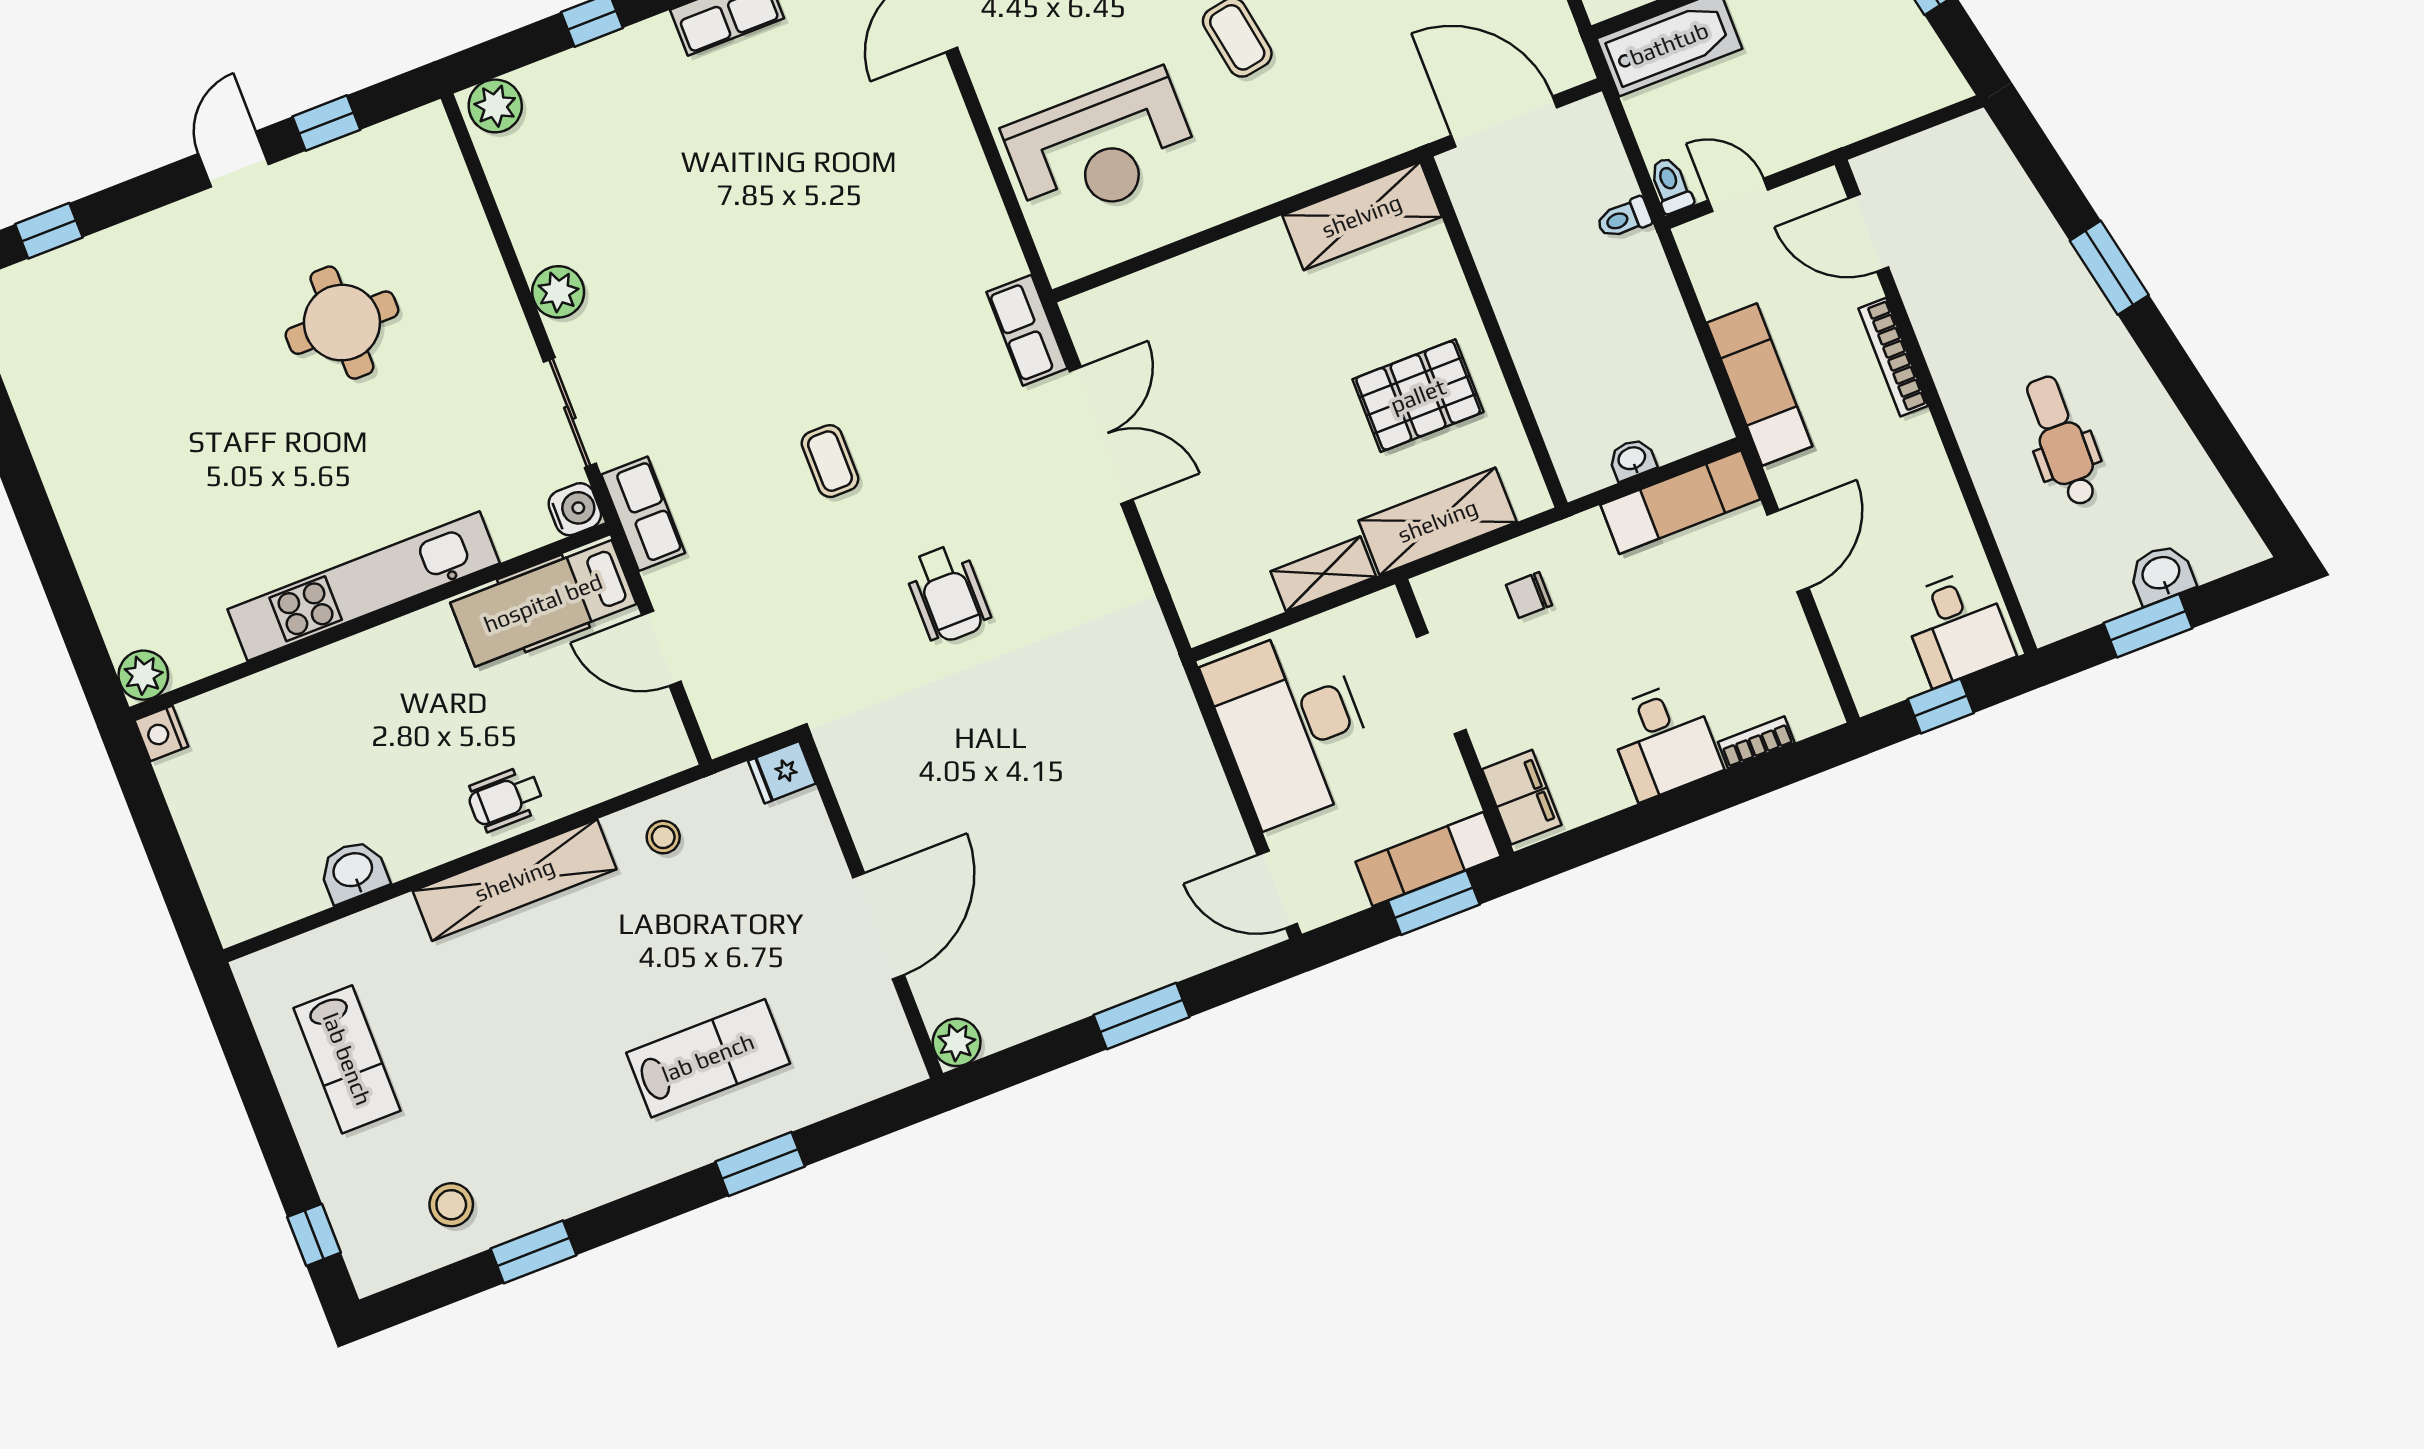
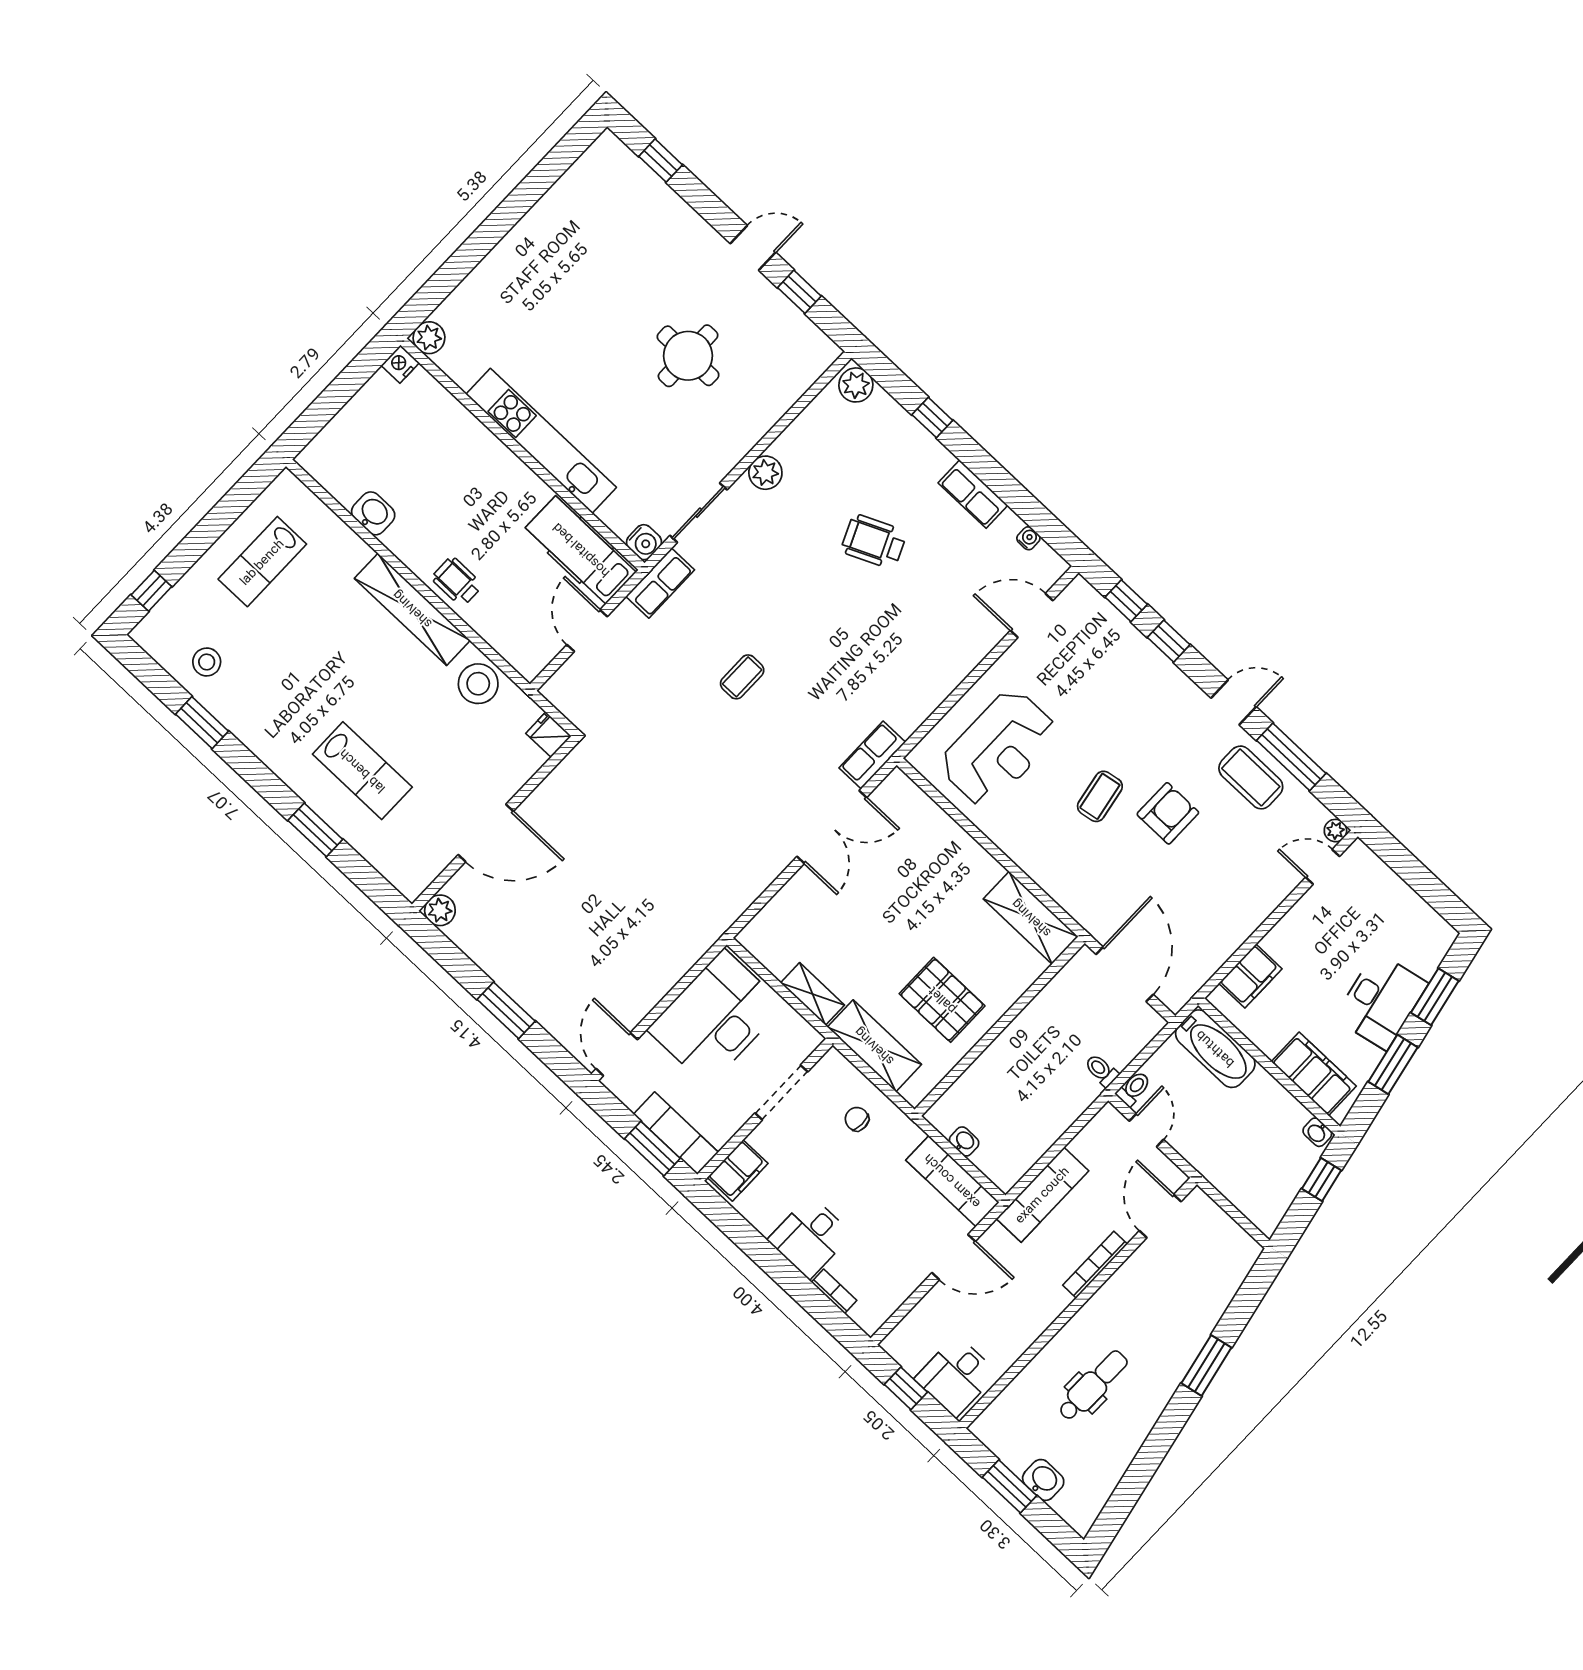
reception desk: (1102, 148) -> (998, 748), turned -90
wheelchair: (948, 594) -> (874, 542), moved, turned 66
stool: (663, 837) -> (478, 684), width x1.89, depth x1.89

